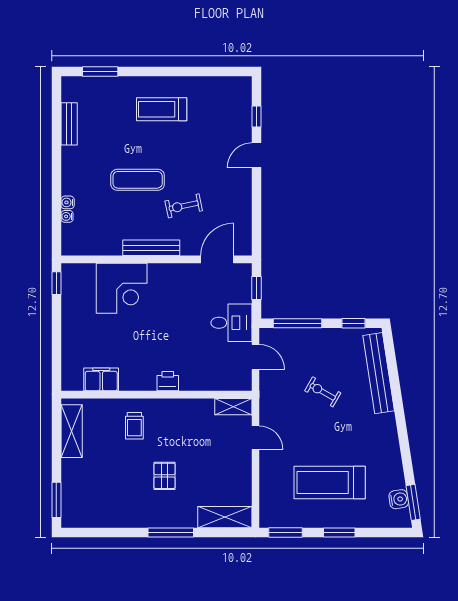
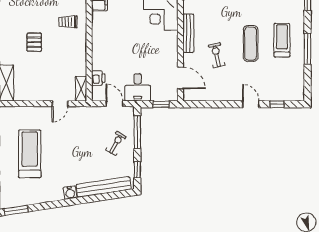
window: (174, 71) -> (308, 49), added
exercise mat: (138, 180) -> (251, 44), moved
door: (256, 357) -> (115, 104), swing flipped
printer: (168, 381) -> (98, 78), moved
exercise bike: (323, 392) -> (116, 144), moved
pallet: (164, 476) -> (34, 42), turned 90
water cooler: (399, 499) -> (70, 193), moved

